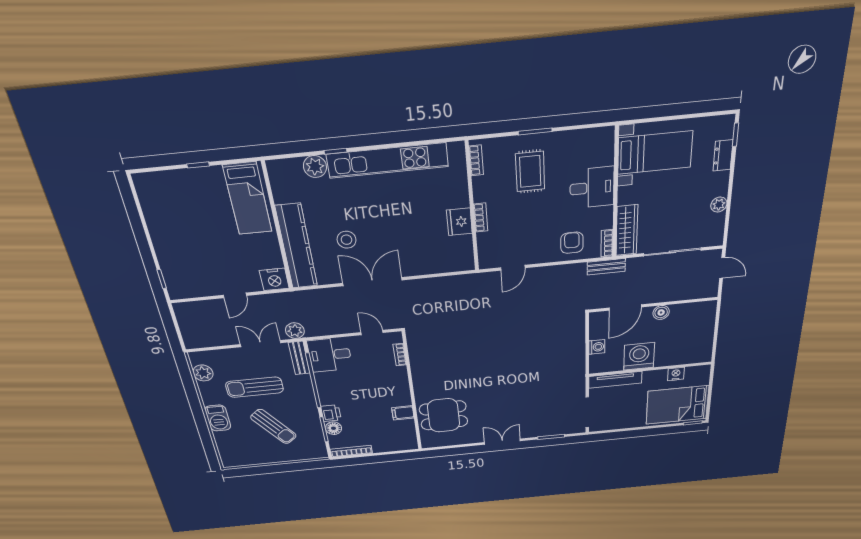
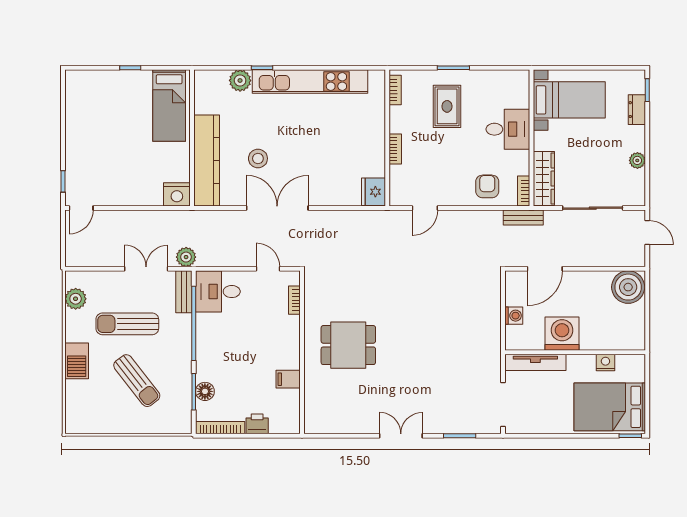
fridge: (459, 222) -> (374, 192), moved
door: (235, 295) -> (81, 208), moved
boiler: (661, 312) -> (628, 287), moved, width x1.86, depth x1.86
printer: (331, 413) -> (257, 424), moved, turned -90
dining table: (444, 415) -> (348, 345), moved

